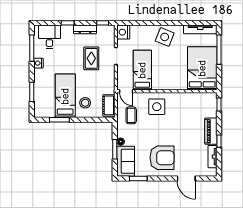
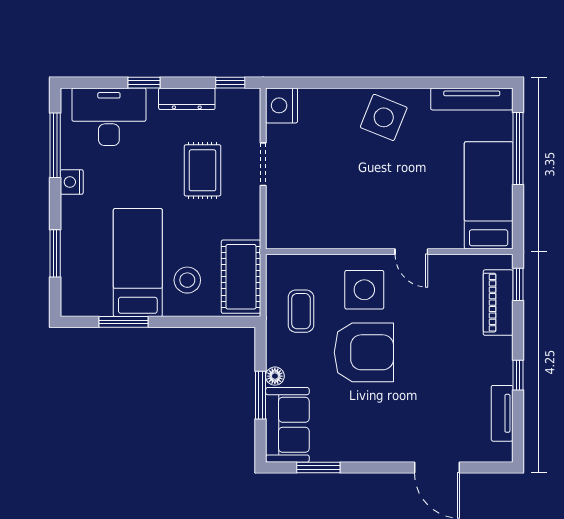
desk: (49, 37) -> (109, 117), width x1.37
bed: (202, 68) -> (489, 195), width x0.67
bed: (142, 70) -> (329, 199), removed
door: (126, 91) -> (411, 252), moved
cot: (109, 105) -> (241, 277), width x1.37, depth x1.34
piano: (211, 131) -> (498, 303), moved
armchair: (162, 158) -> (364, 352), moved

